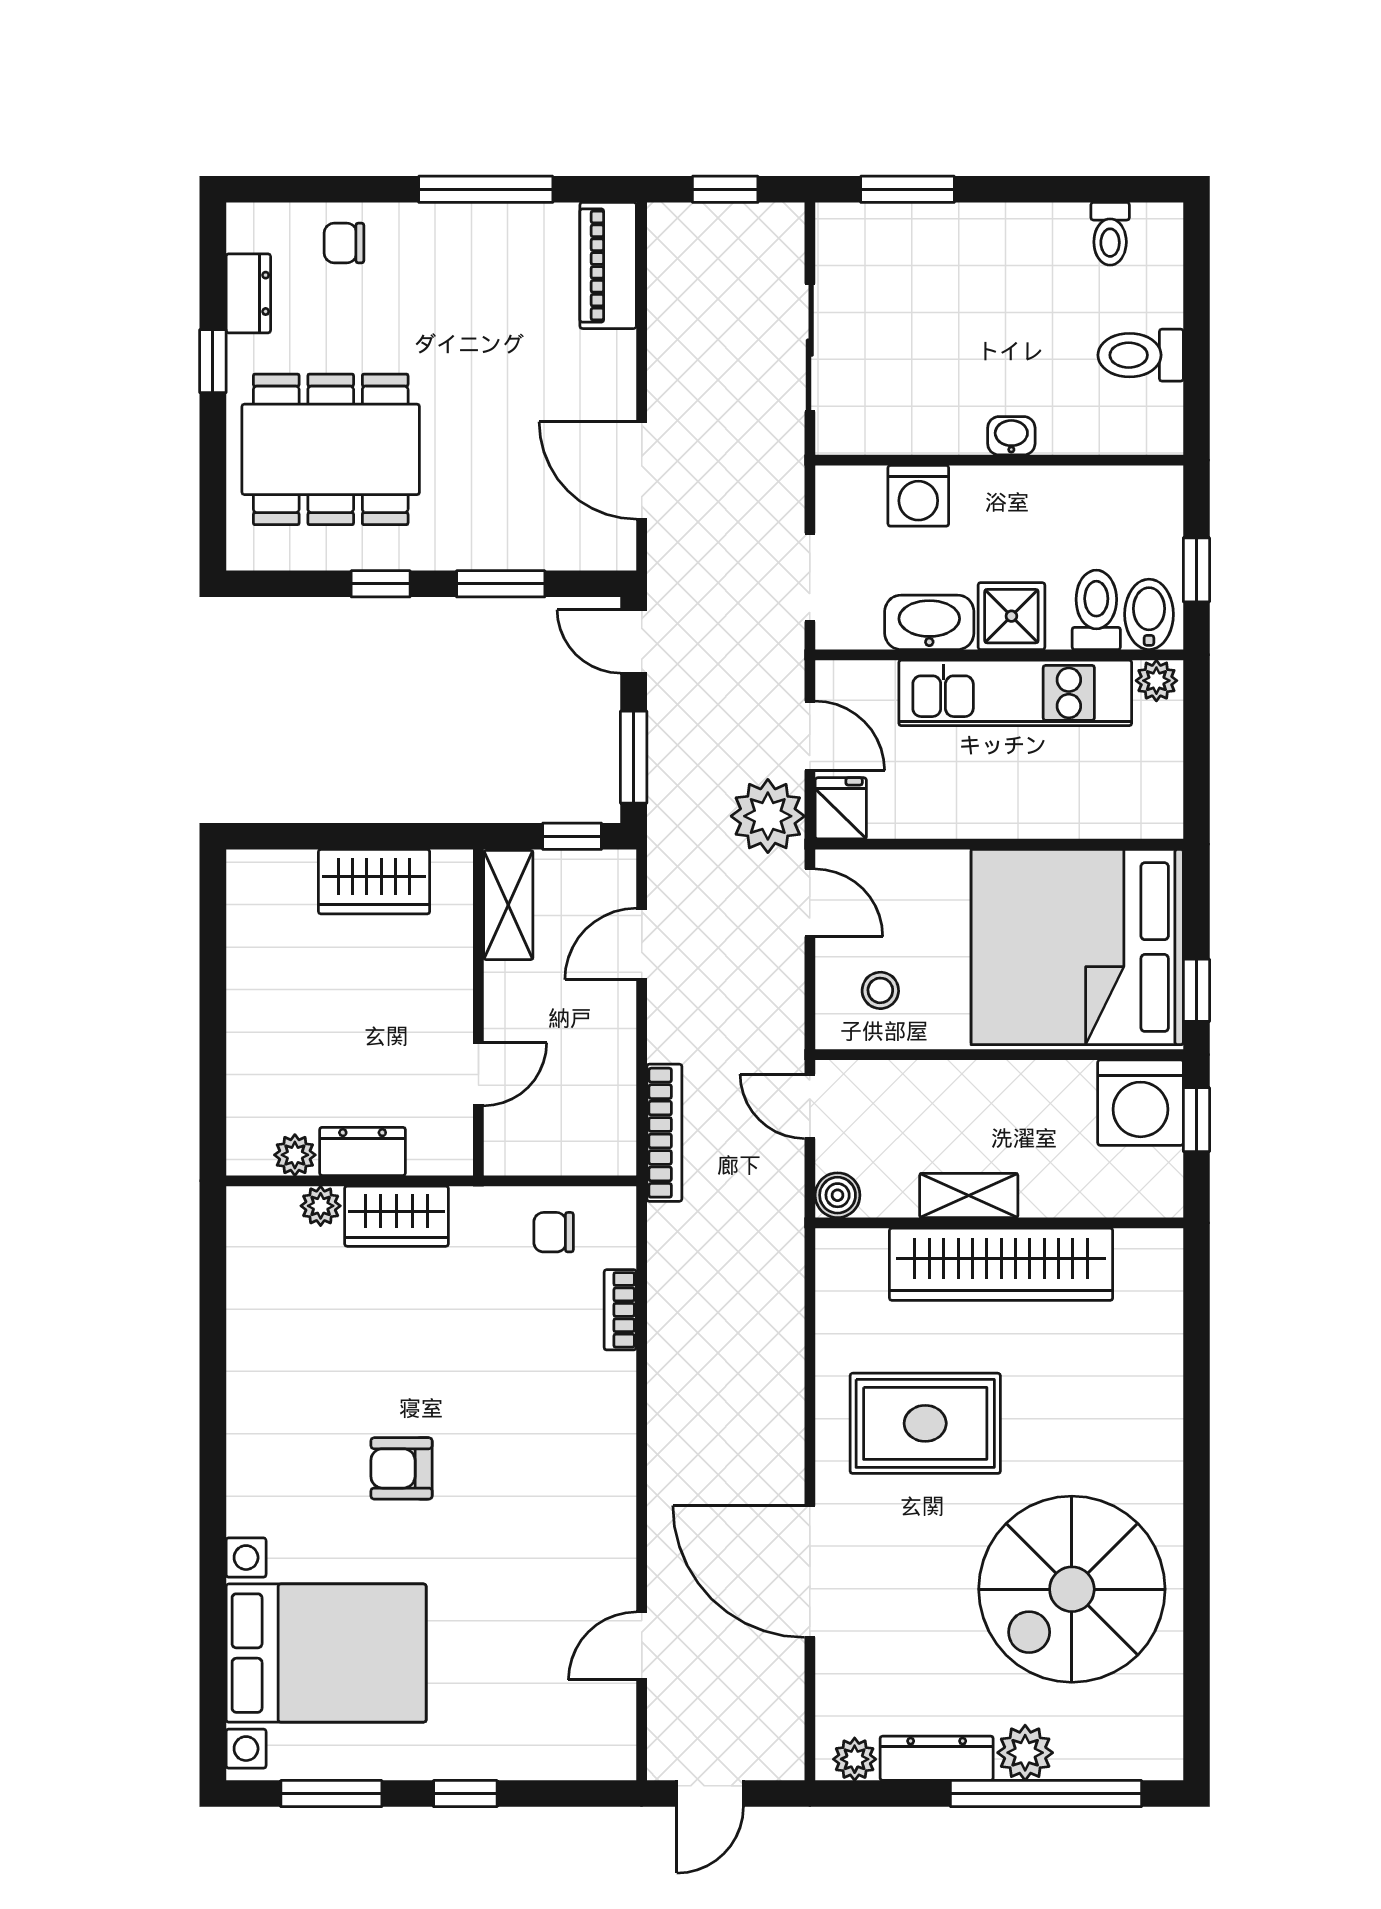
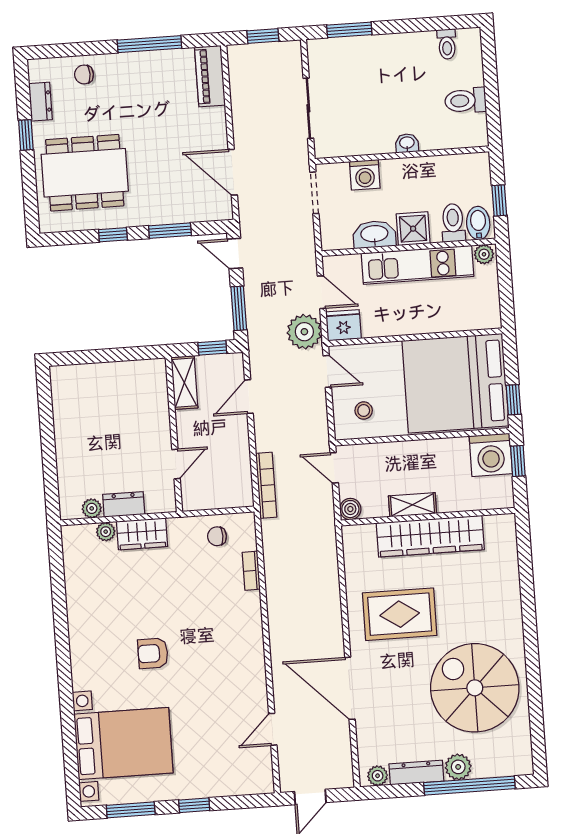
doorway: (810, 577) -> (314, 193), moved
fridge: (841, 808) -> (343, 325), width x1.38
wardrobe: (374, 882) -> (120, 376), removed
spiral stairs: (1072, 1589) -> (475, 688), turned 90

